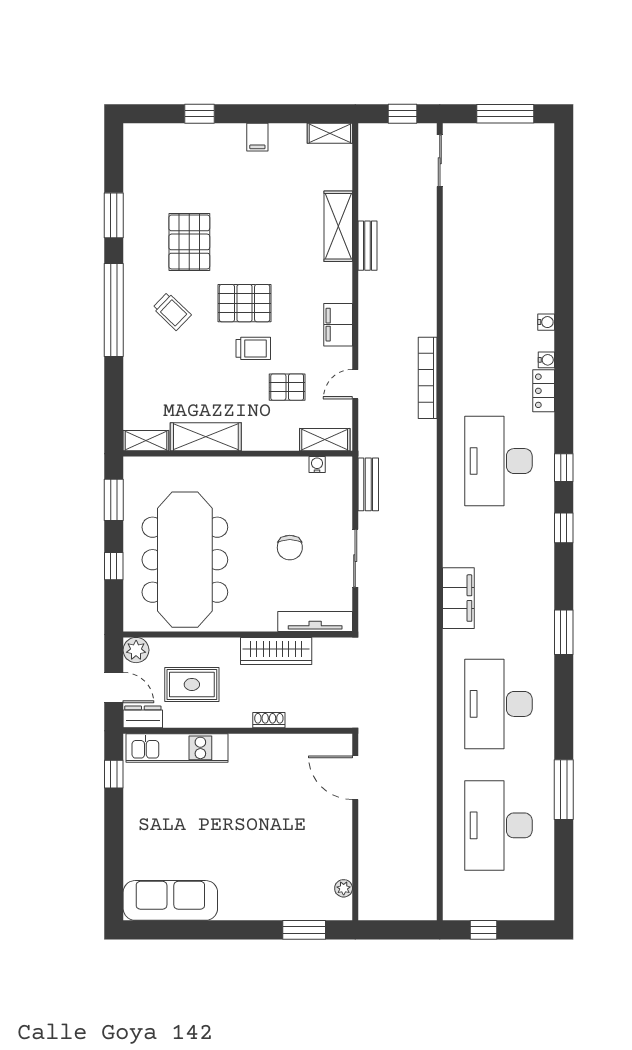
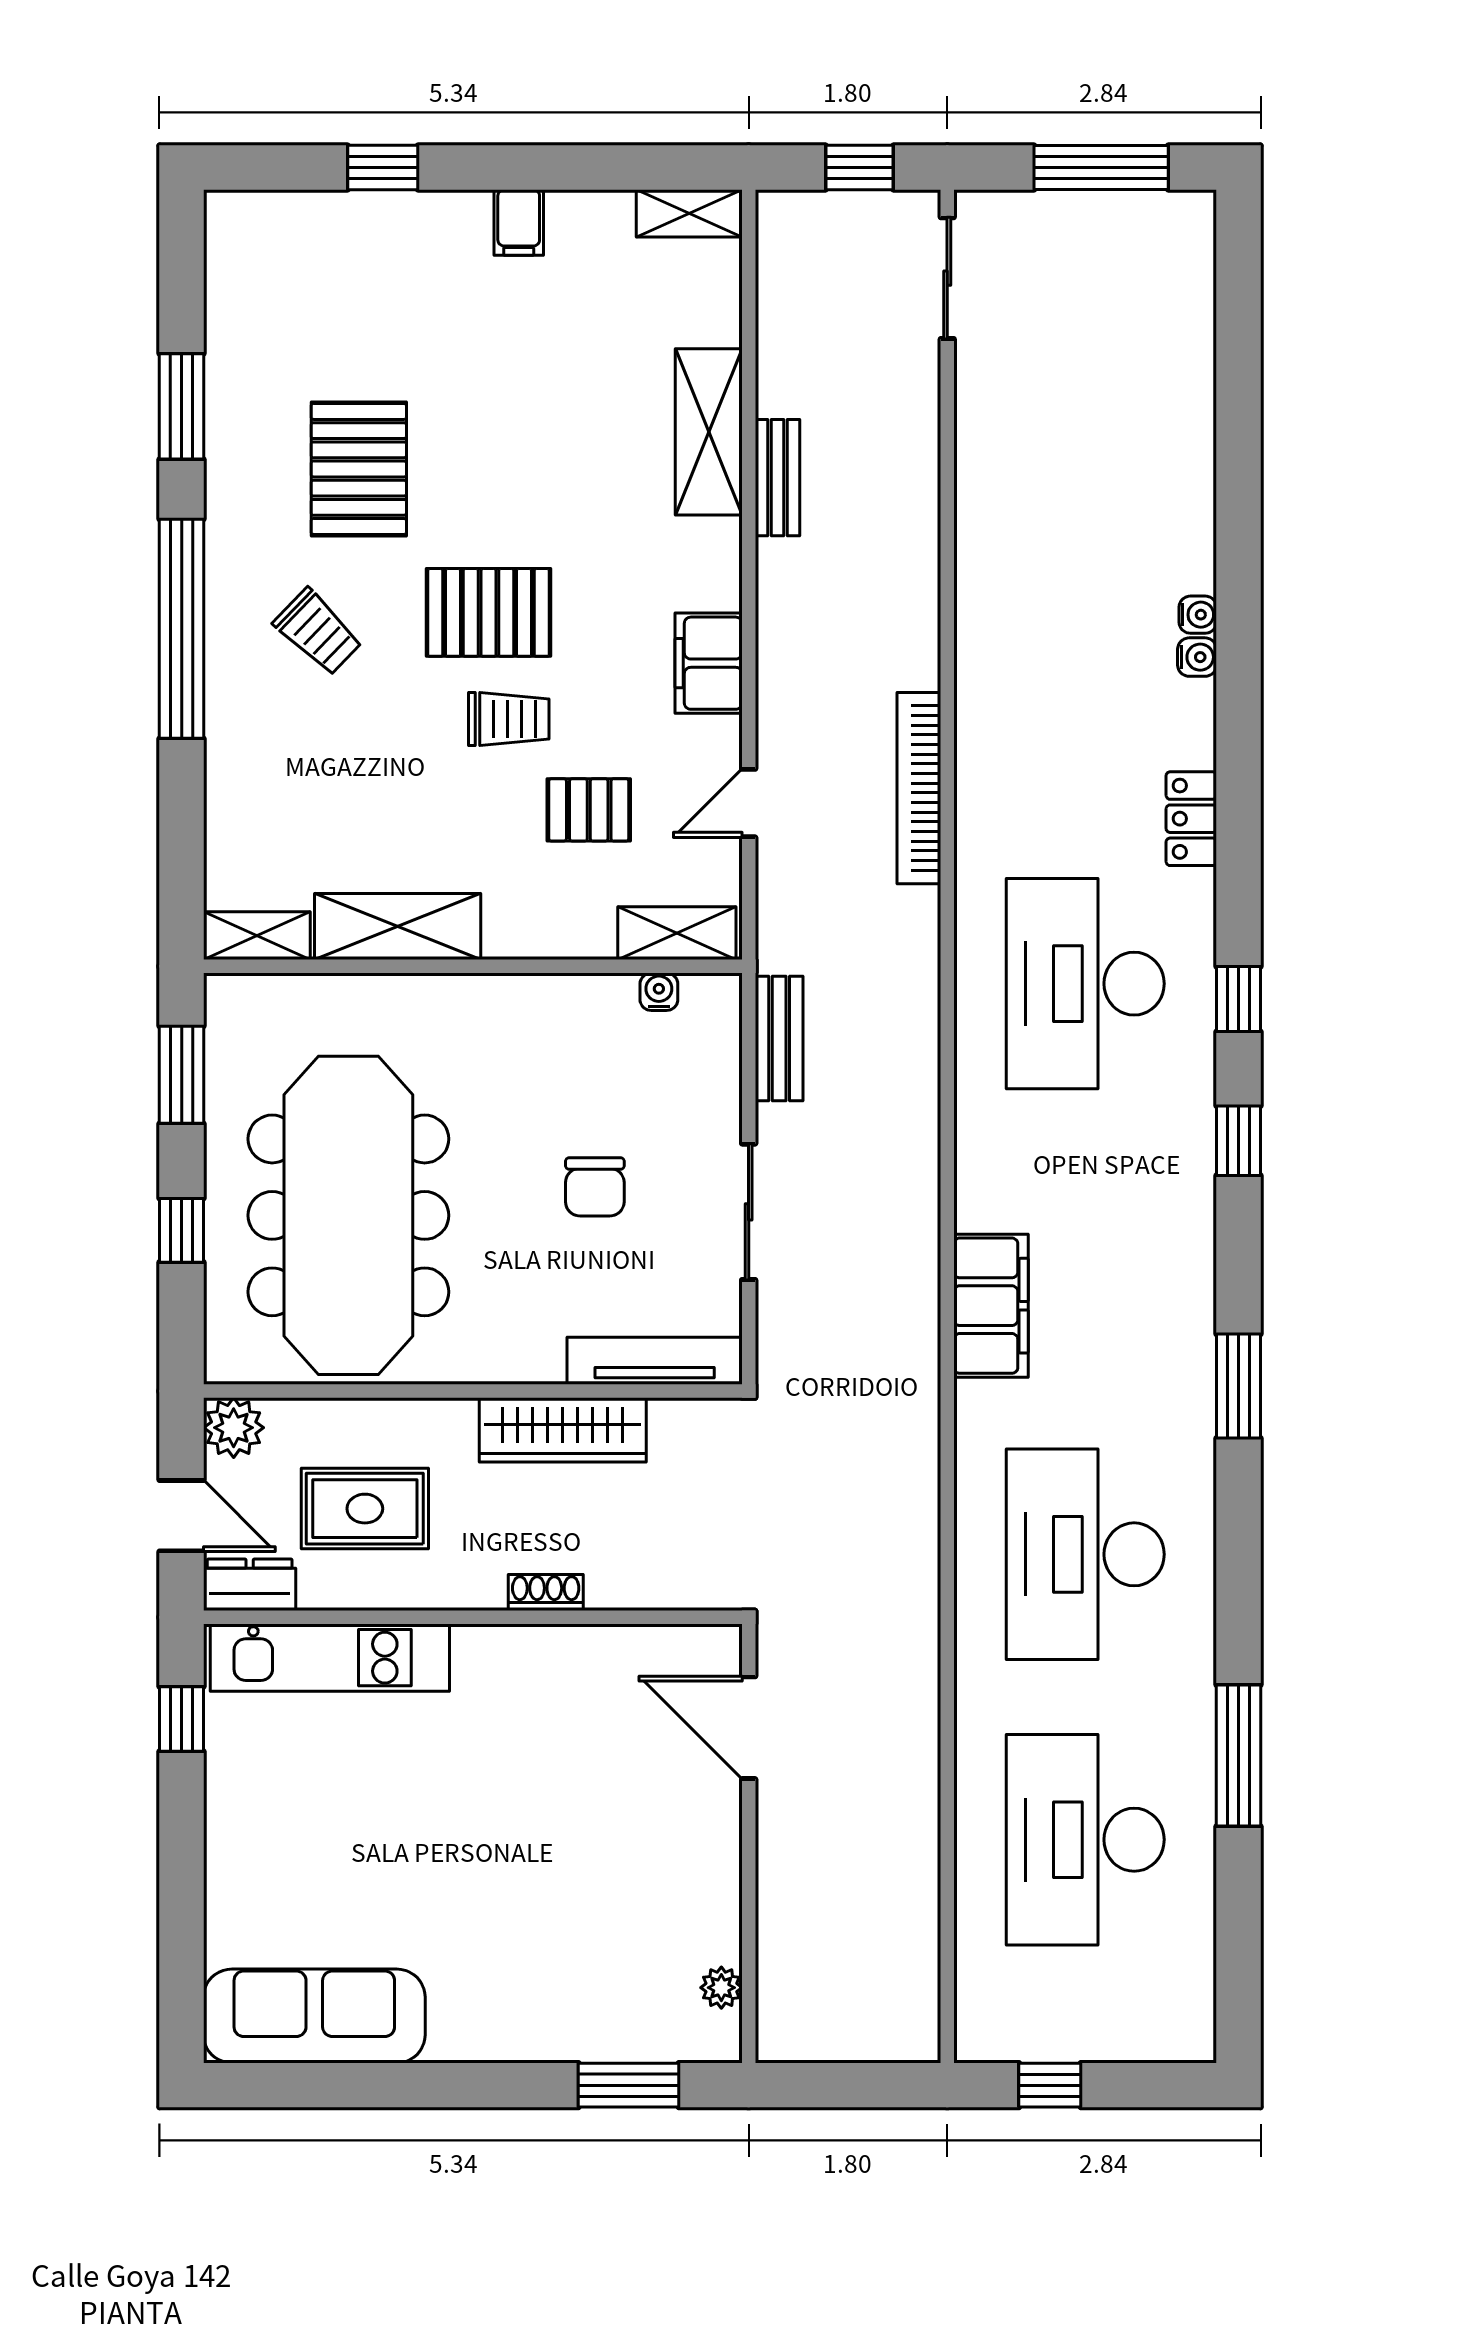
water cooler: (546, 360) -> (1198, 615), moved

